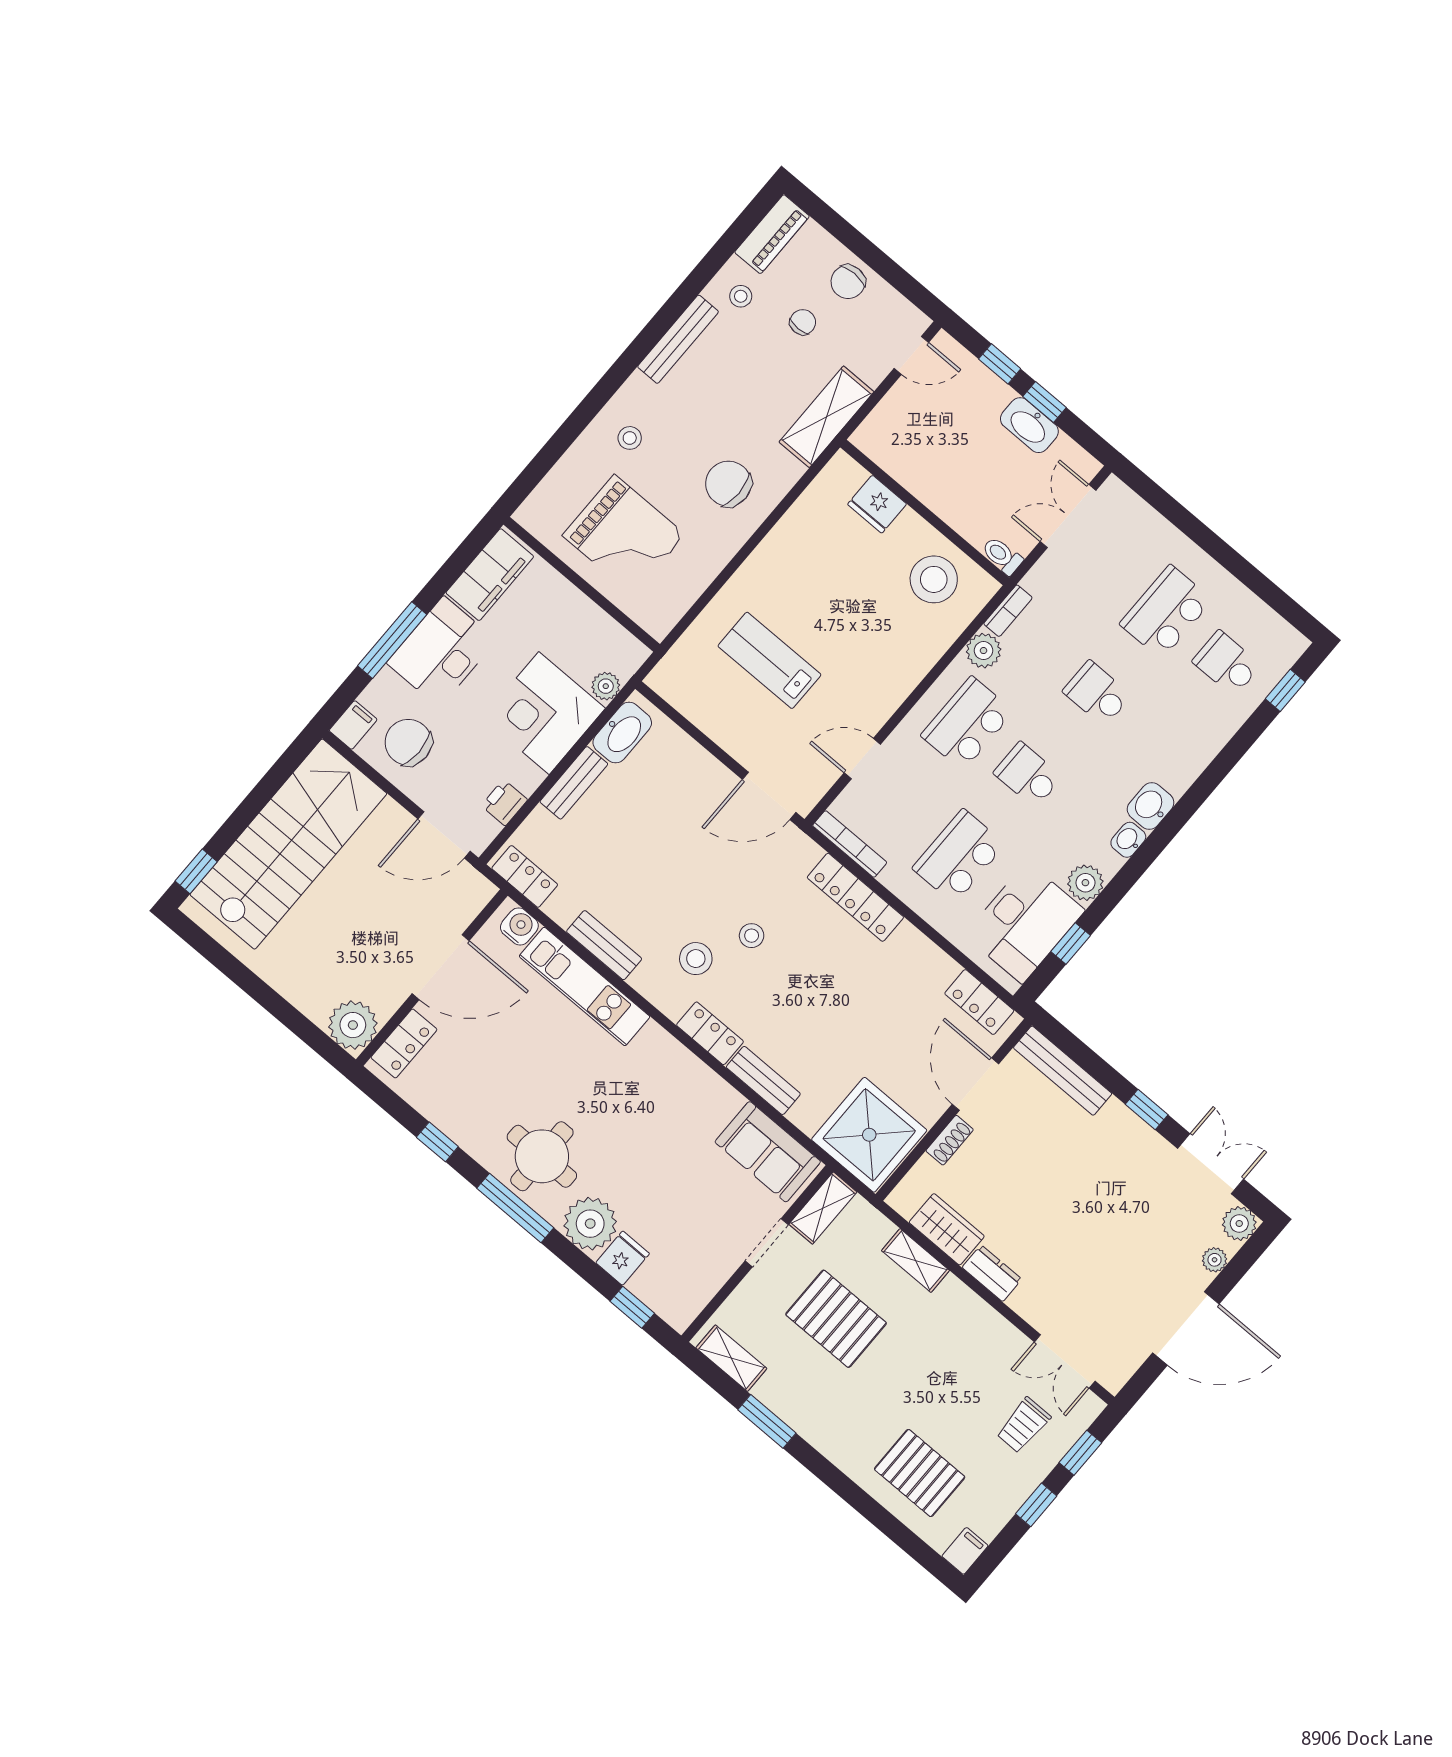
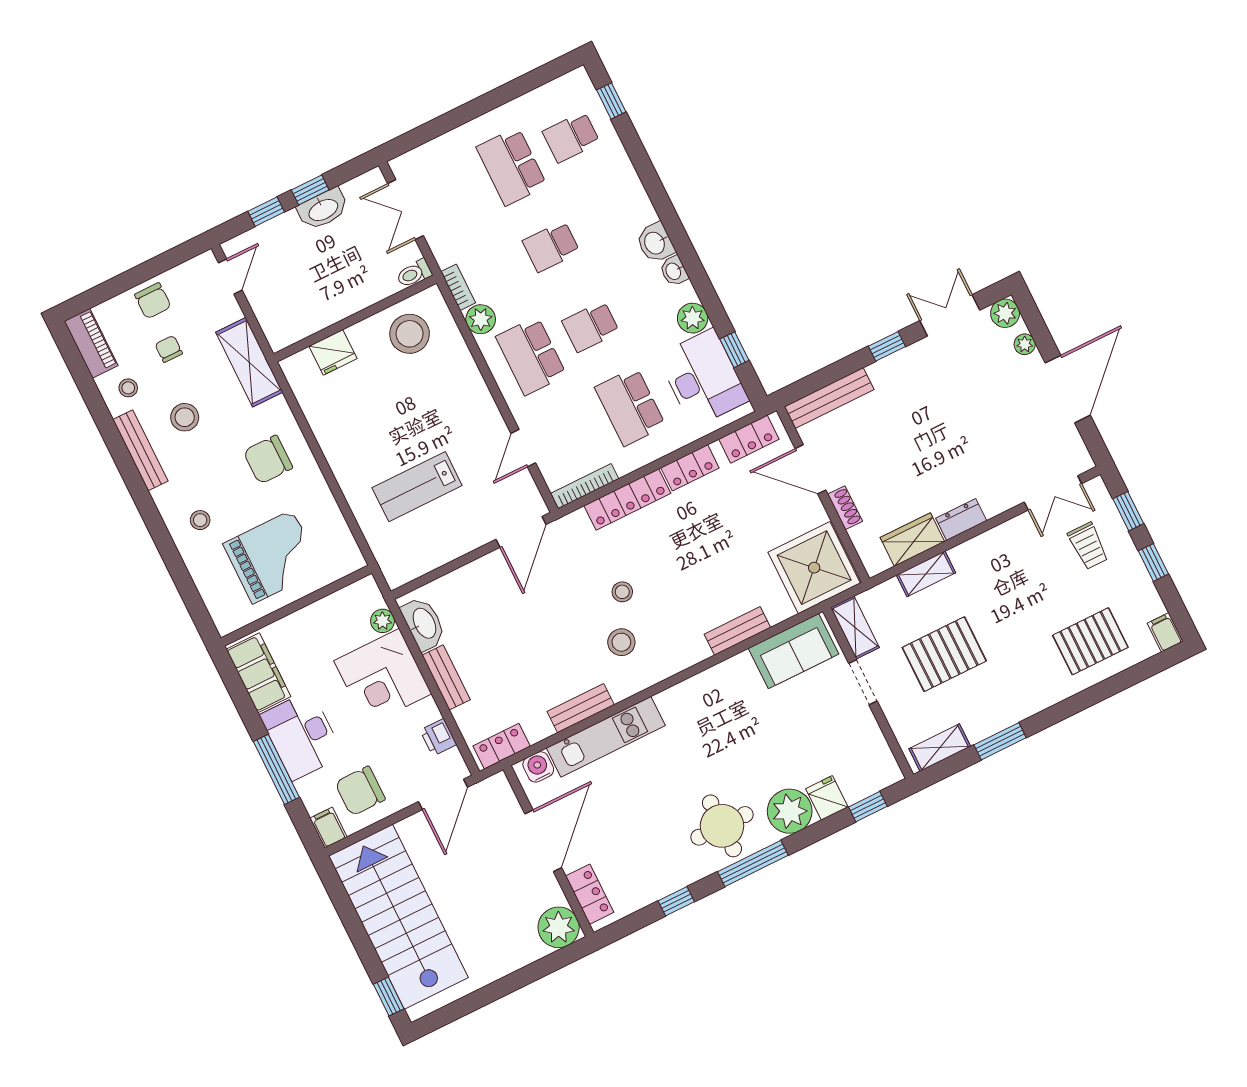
stool: (735, 372) -> (185, 417), added
locker: (710, 1033) -> (690, 468), moved, turned 180

